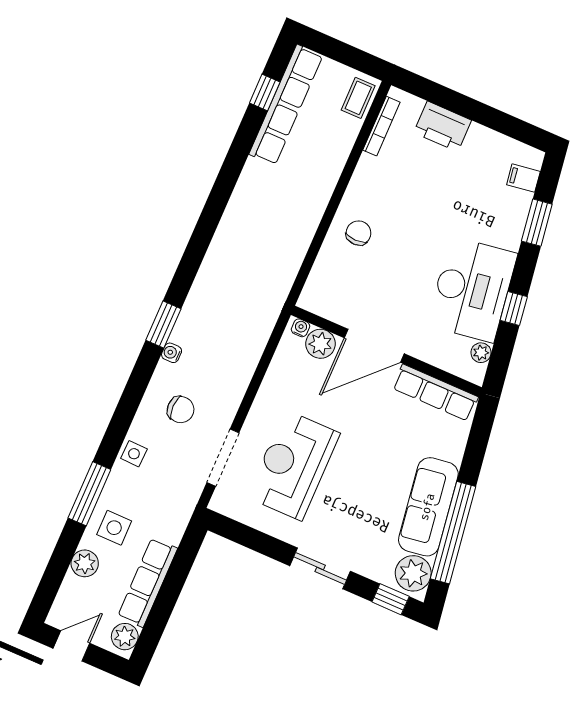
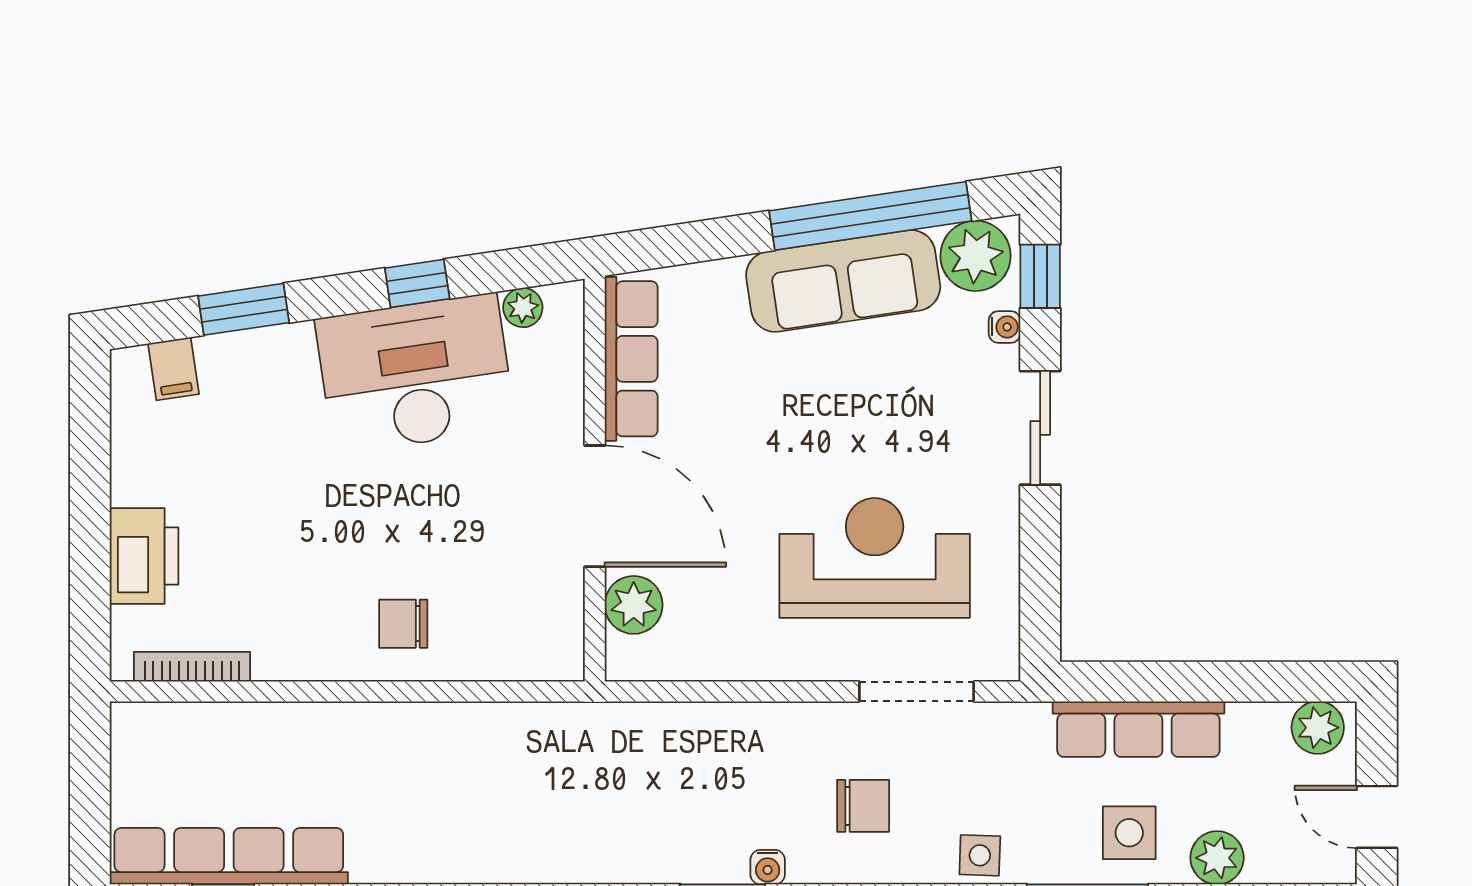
coffee table: (358, 98) -> (159, 731), removed
water cooler: (301, 328) -> (1005, 327), moved, turned 180
chair: (181, 410) -> (863, 806), turned 90
reception desk: (293, 465) -> (875, 558), turned 180
row of seats: (148, 582) -> (1138, 729), moved

